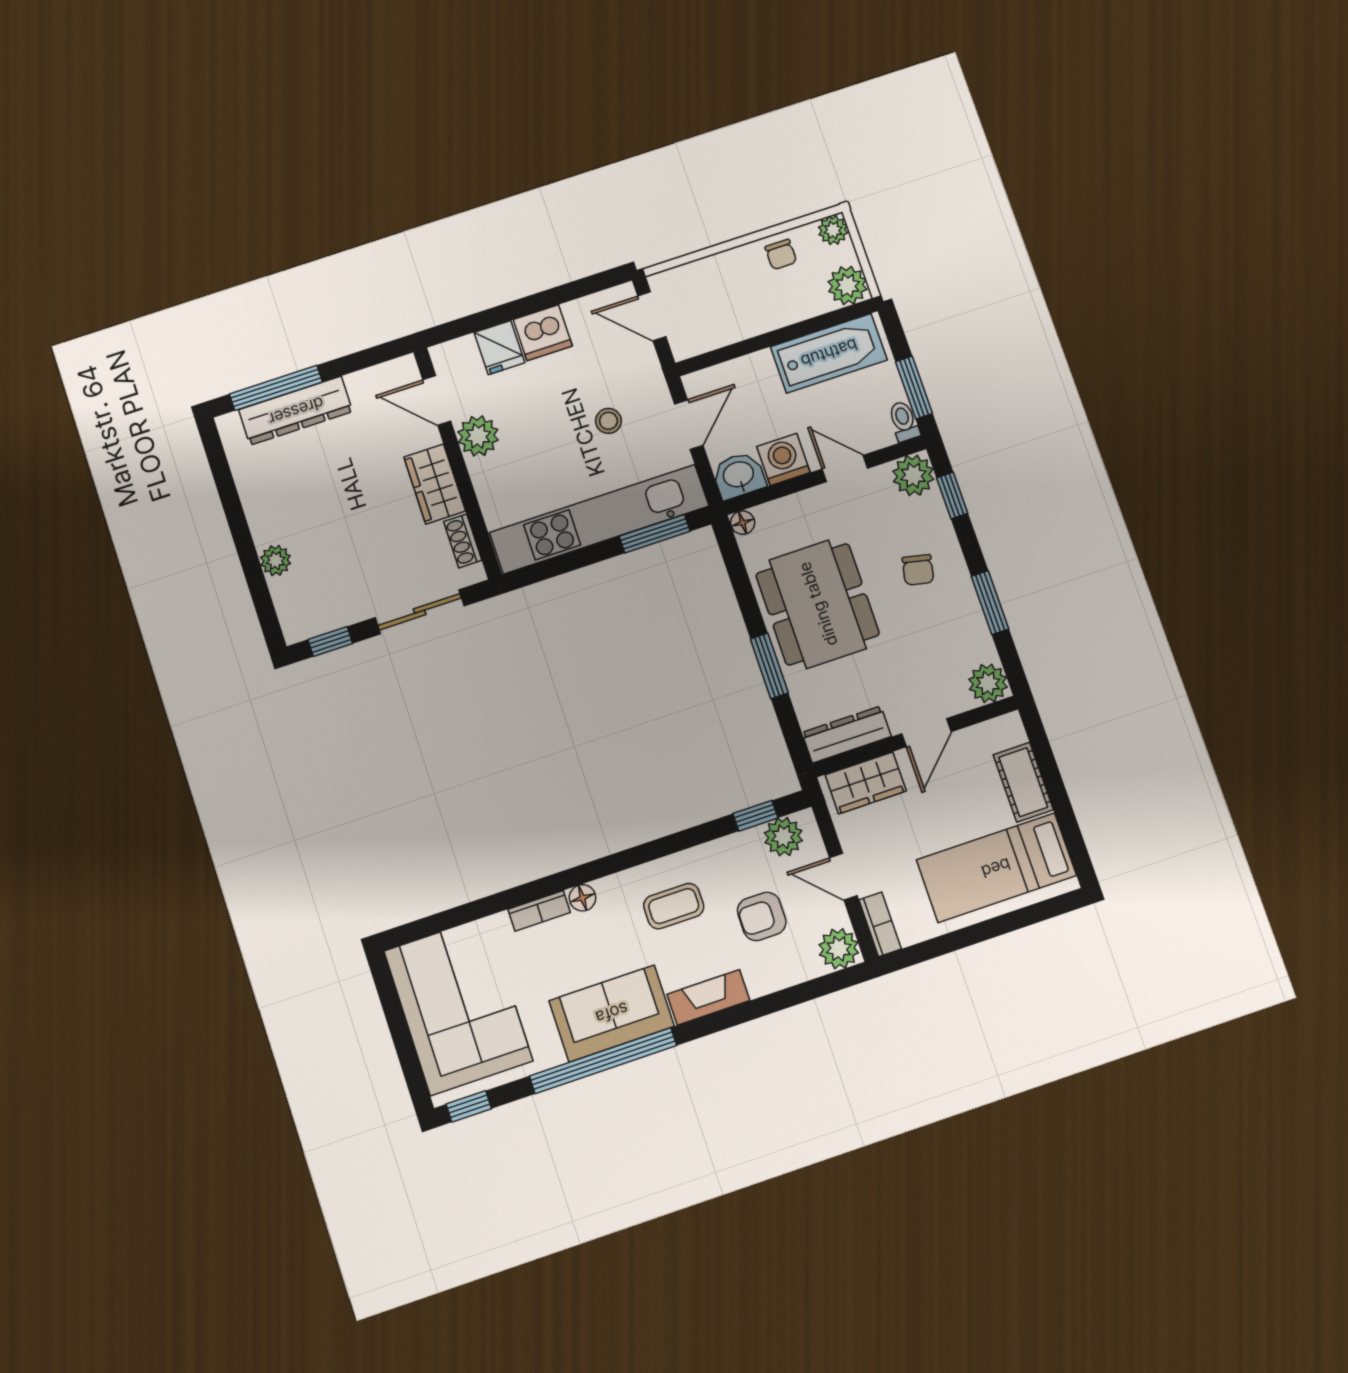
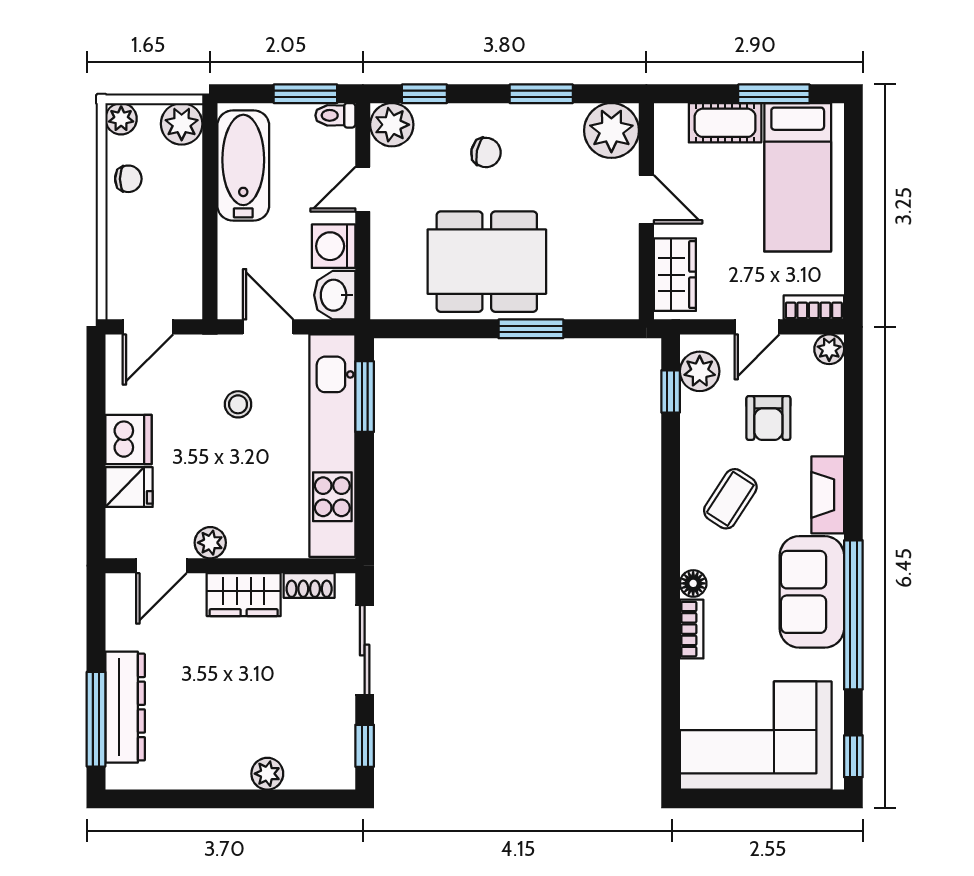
plant: (478, 436) -> (210, 543), width x0.73, depth x0.73
floor lamp: (743, 523) -> (382, 307), removed
plant: (988, 683) -> (611, 131), width x1.36, depth x1.36
dresser: (847, 734) -> (622, 277), removed
window: (1066, 819) -> (774, 94), added
coffee table: (674, 906) -> (730, 499), turned 33
plant: (839, 949) -> (829, 349), width x0.73, depth x0.73

